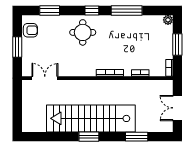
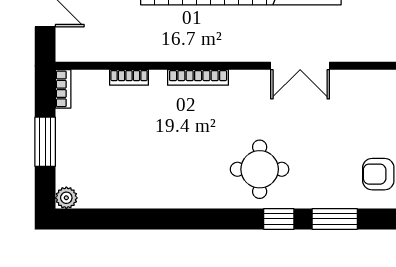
window: (92, 11) -> (279, 219), moved
window: (127, 11) -> (160, 219), removed
double door: (45, 78) -> (300, 66), moved

